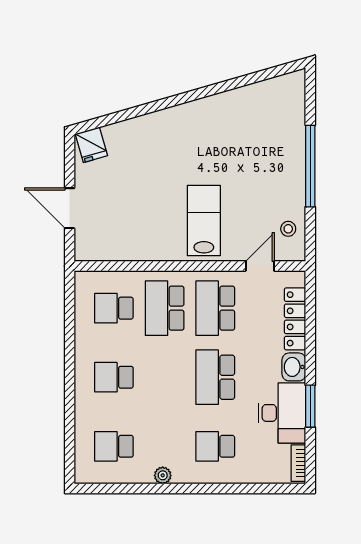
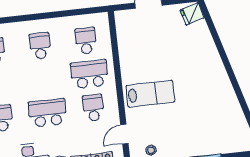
door: (260, 266) -> (124, 134), swing flipped
school desk: (215, 308) -> (93, 108), width x0.54

